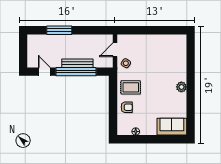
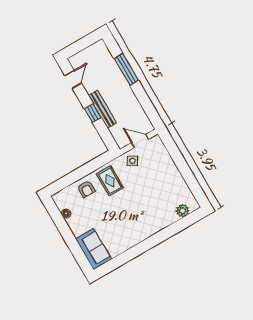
window: (76, 72) -> (93, 113), width x0.32
plant: (181, 87) -> (183, 211), moved

